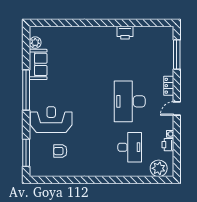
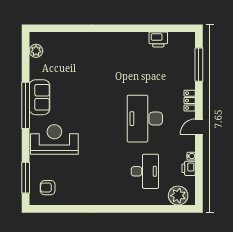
printer: (125, 33) -> (158, 39), moved
sofa: (38, 64) -> (39, 97), moved
armchair: (60, 151) -> (48, 188), moved

